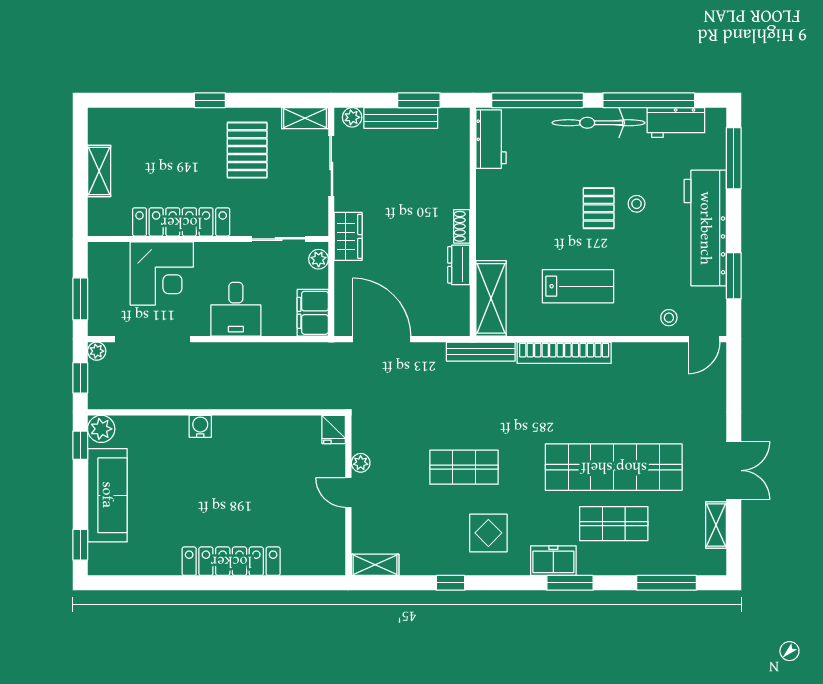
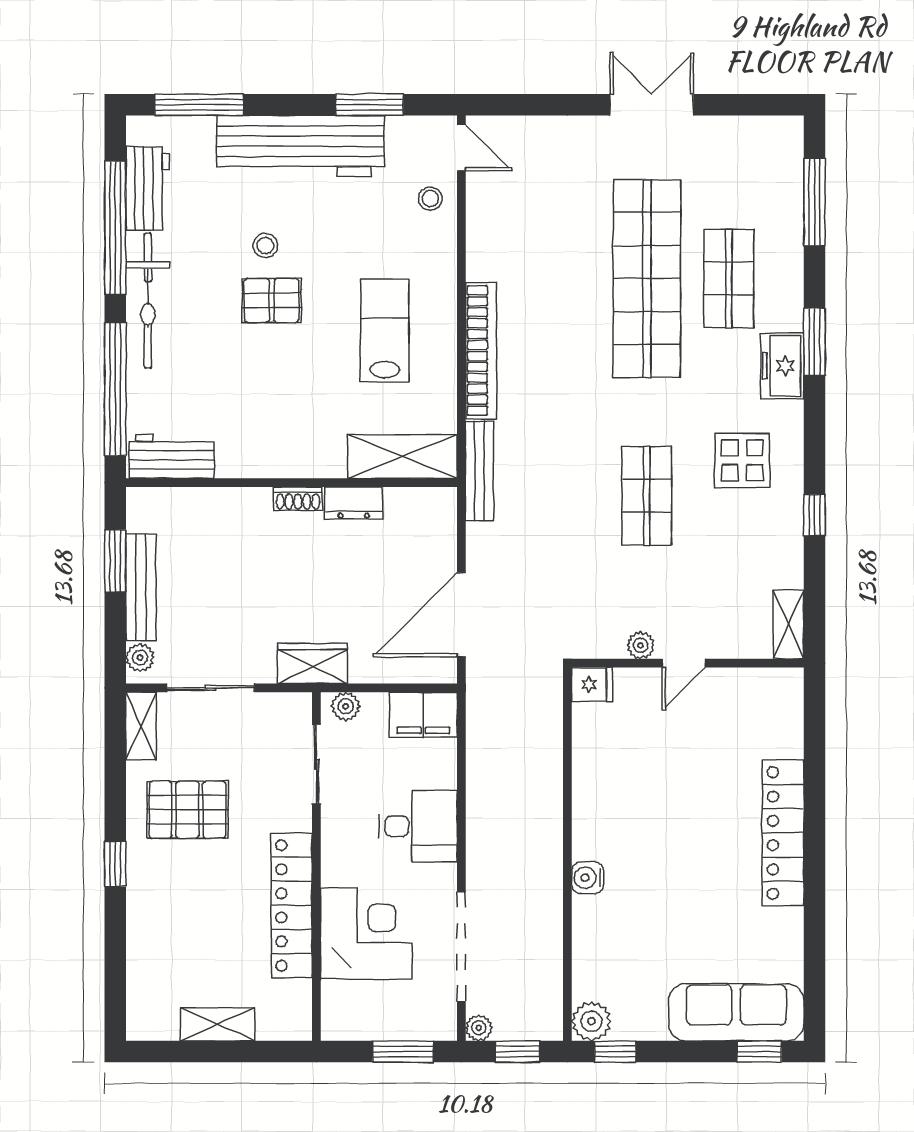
sofa: (107, 495) -> (736, 1012), moved
shelving: (716, 525) -> (731, 130), removed

